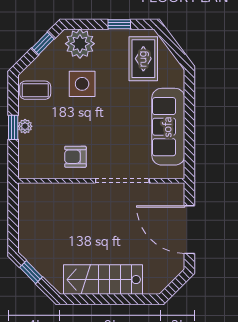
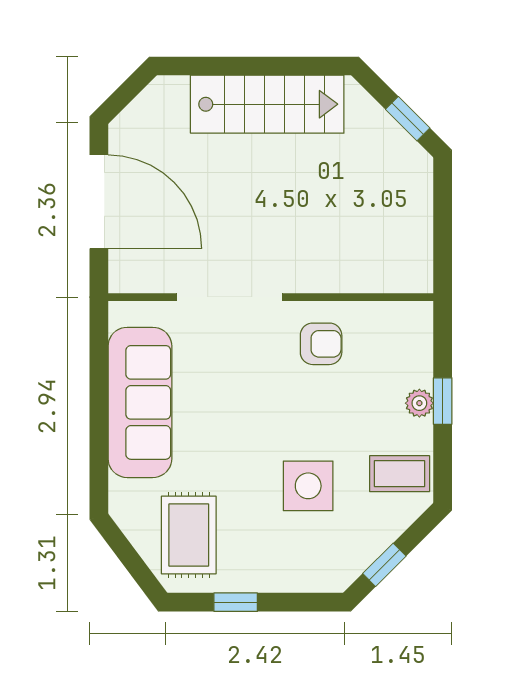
plant: (80, 44) -> (312, 564), removed

